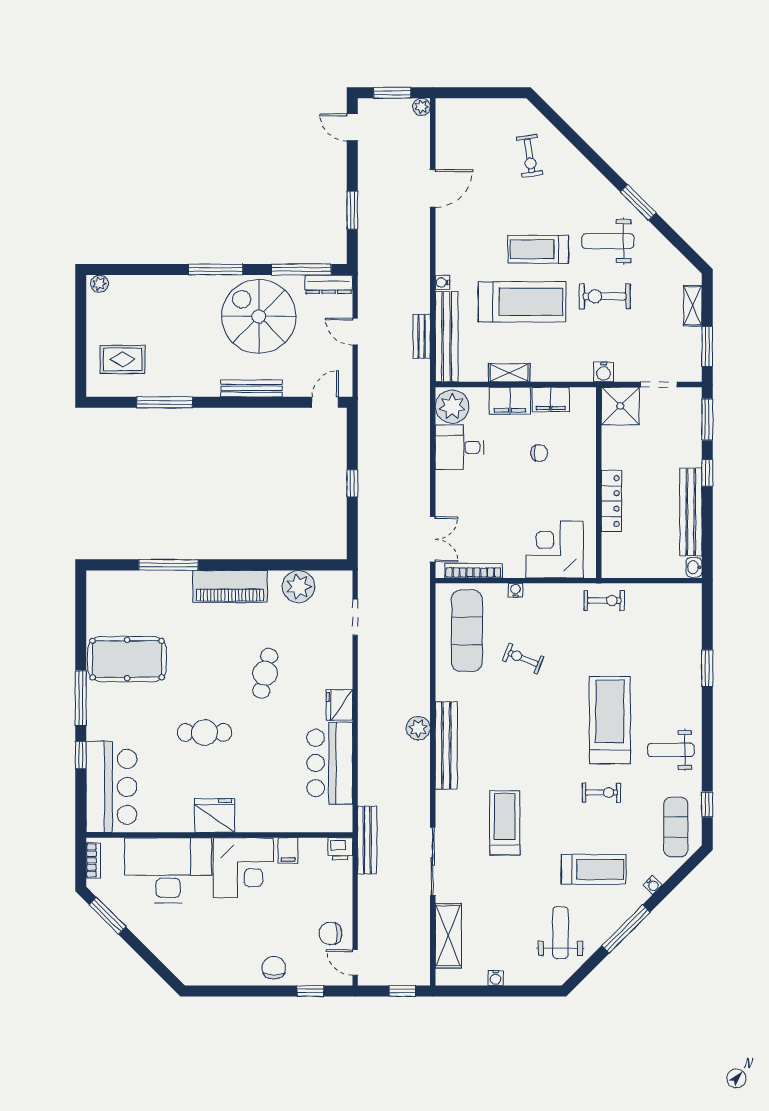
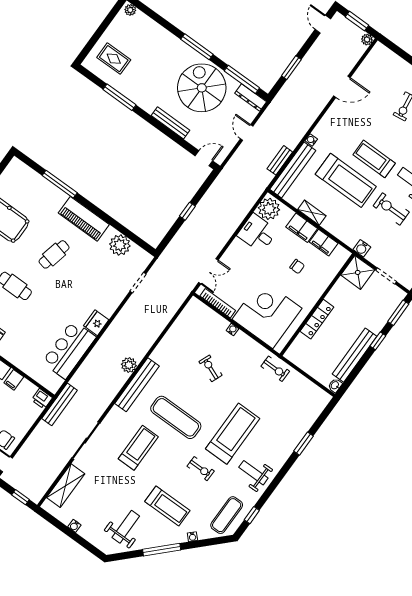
corner desk: (555, 550) -> (267, 314), width x1.36, depth x1.36
exercise mat: (467, 631) -> (176, 417), moved, turned 90
cafe table: (265, 673) -> (54, 254), moved

